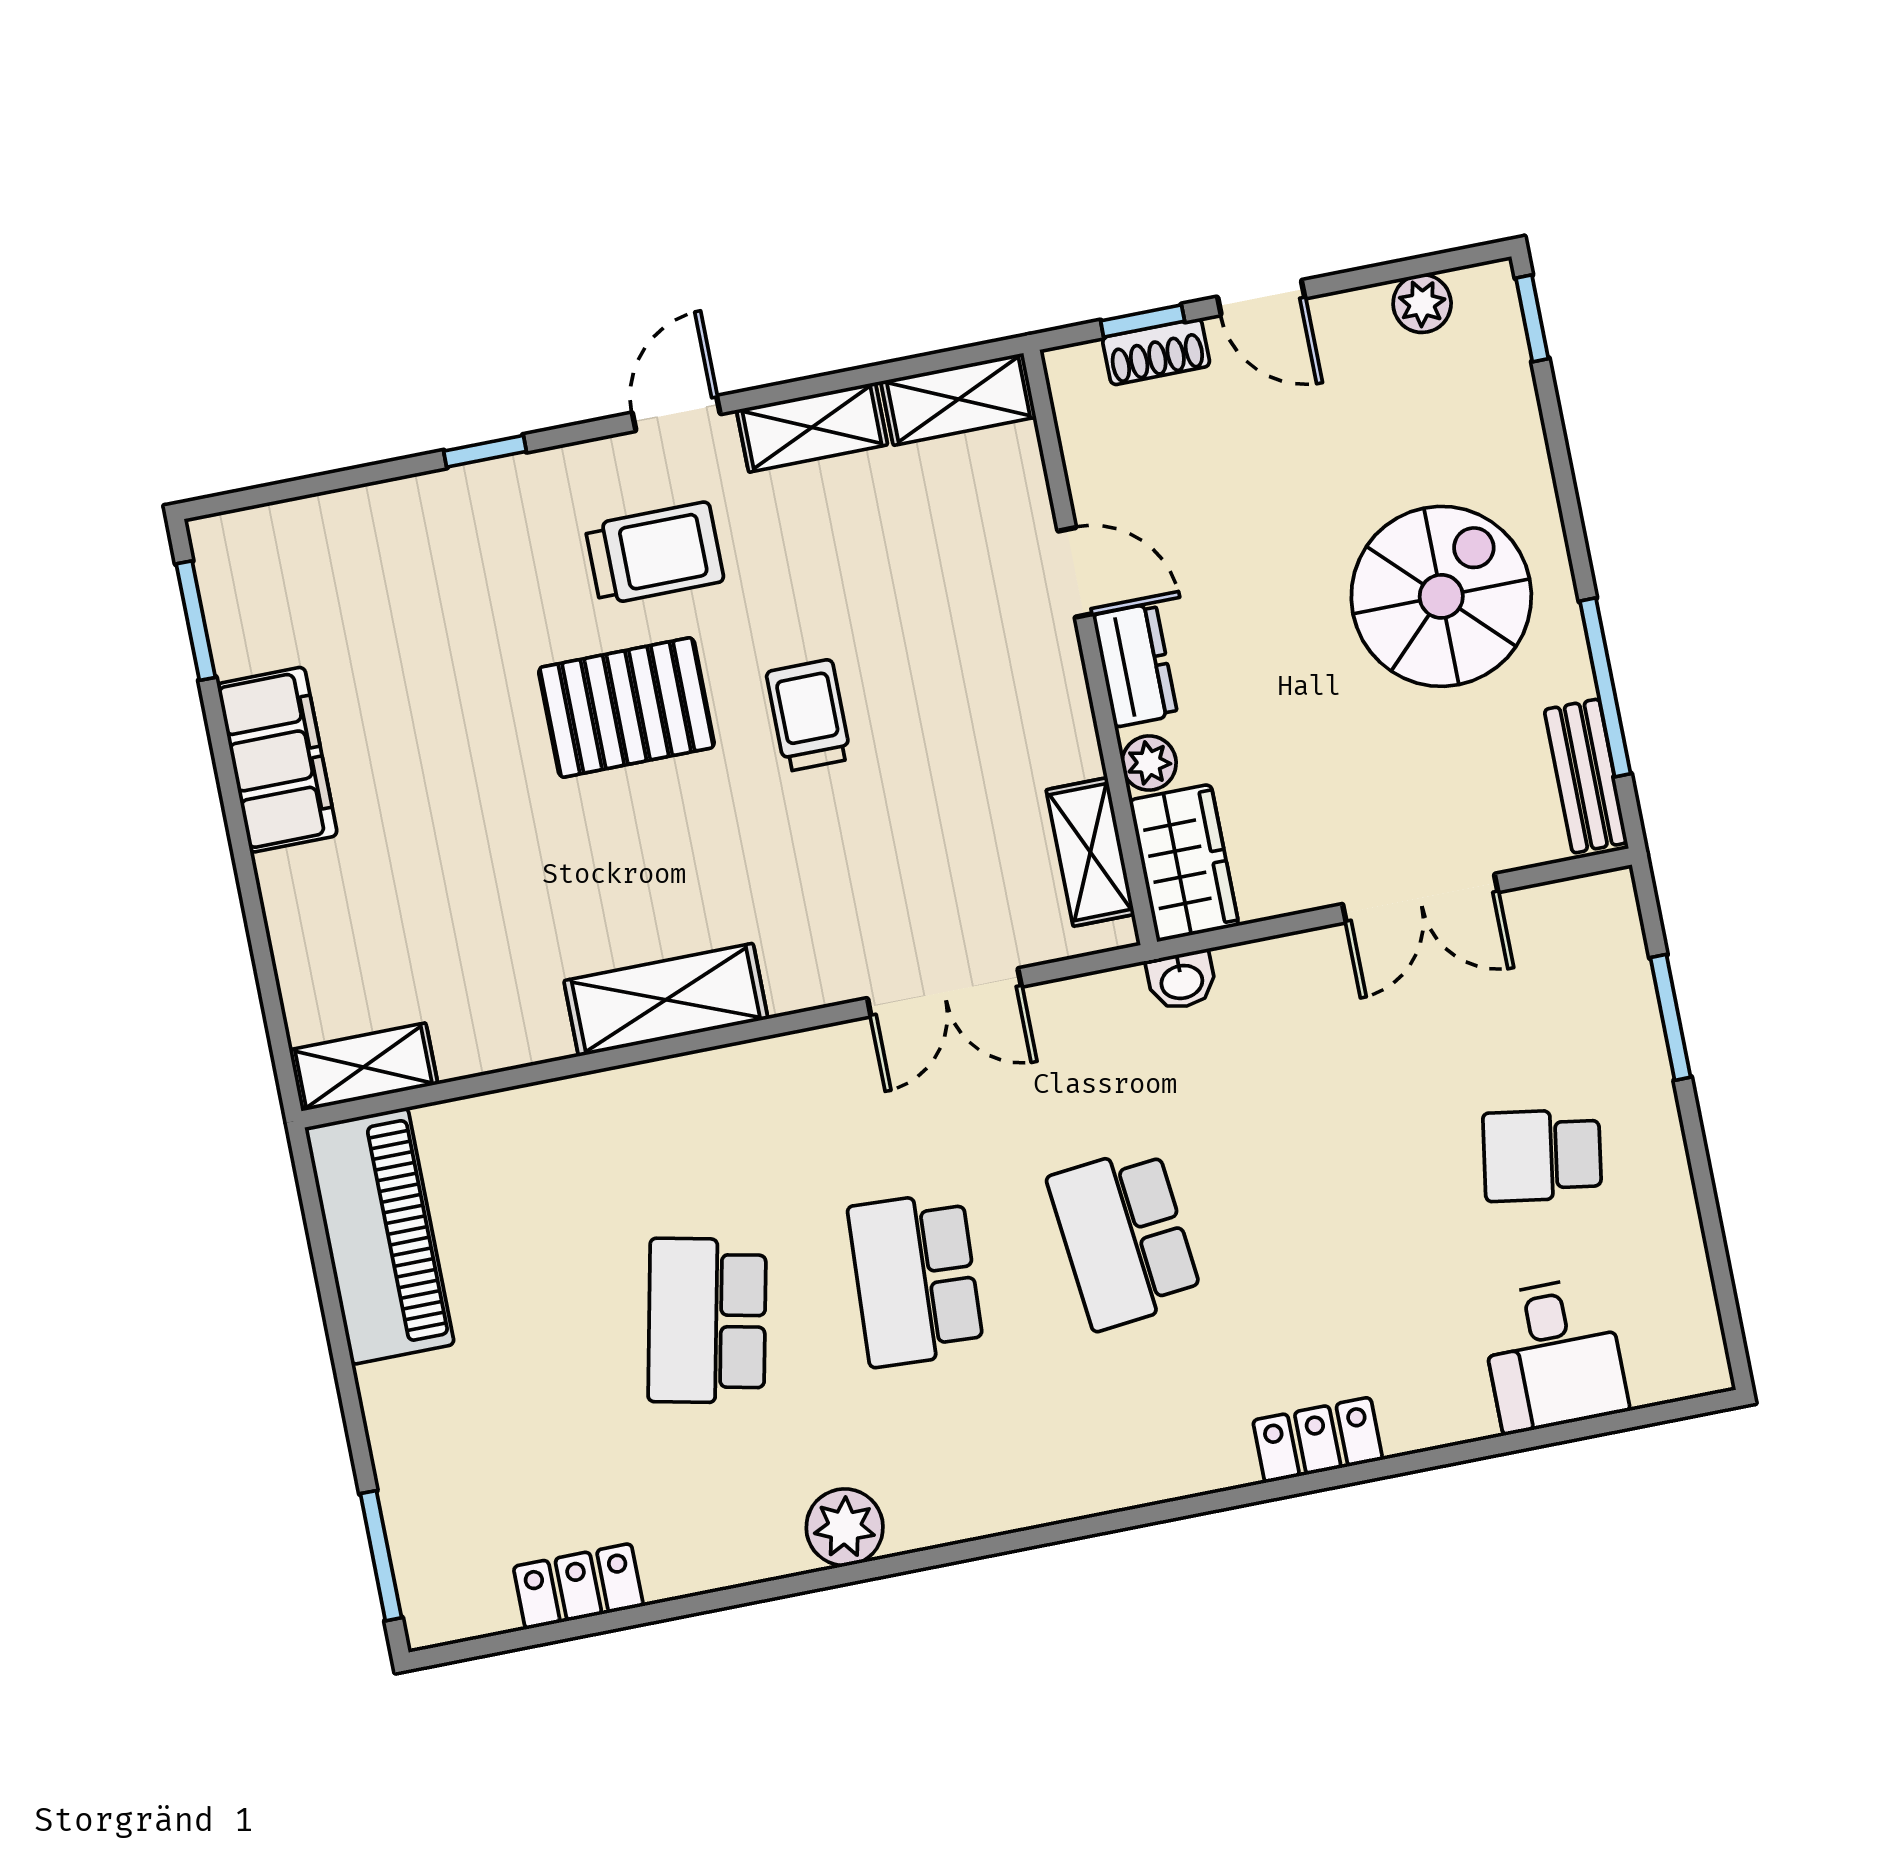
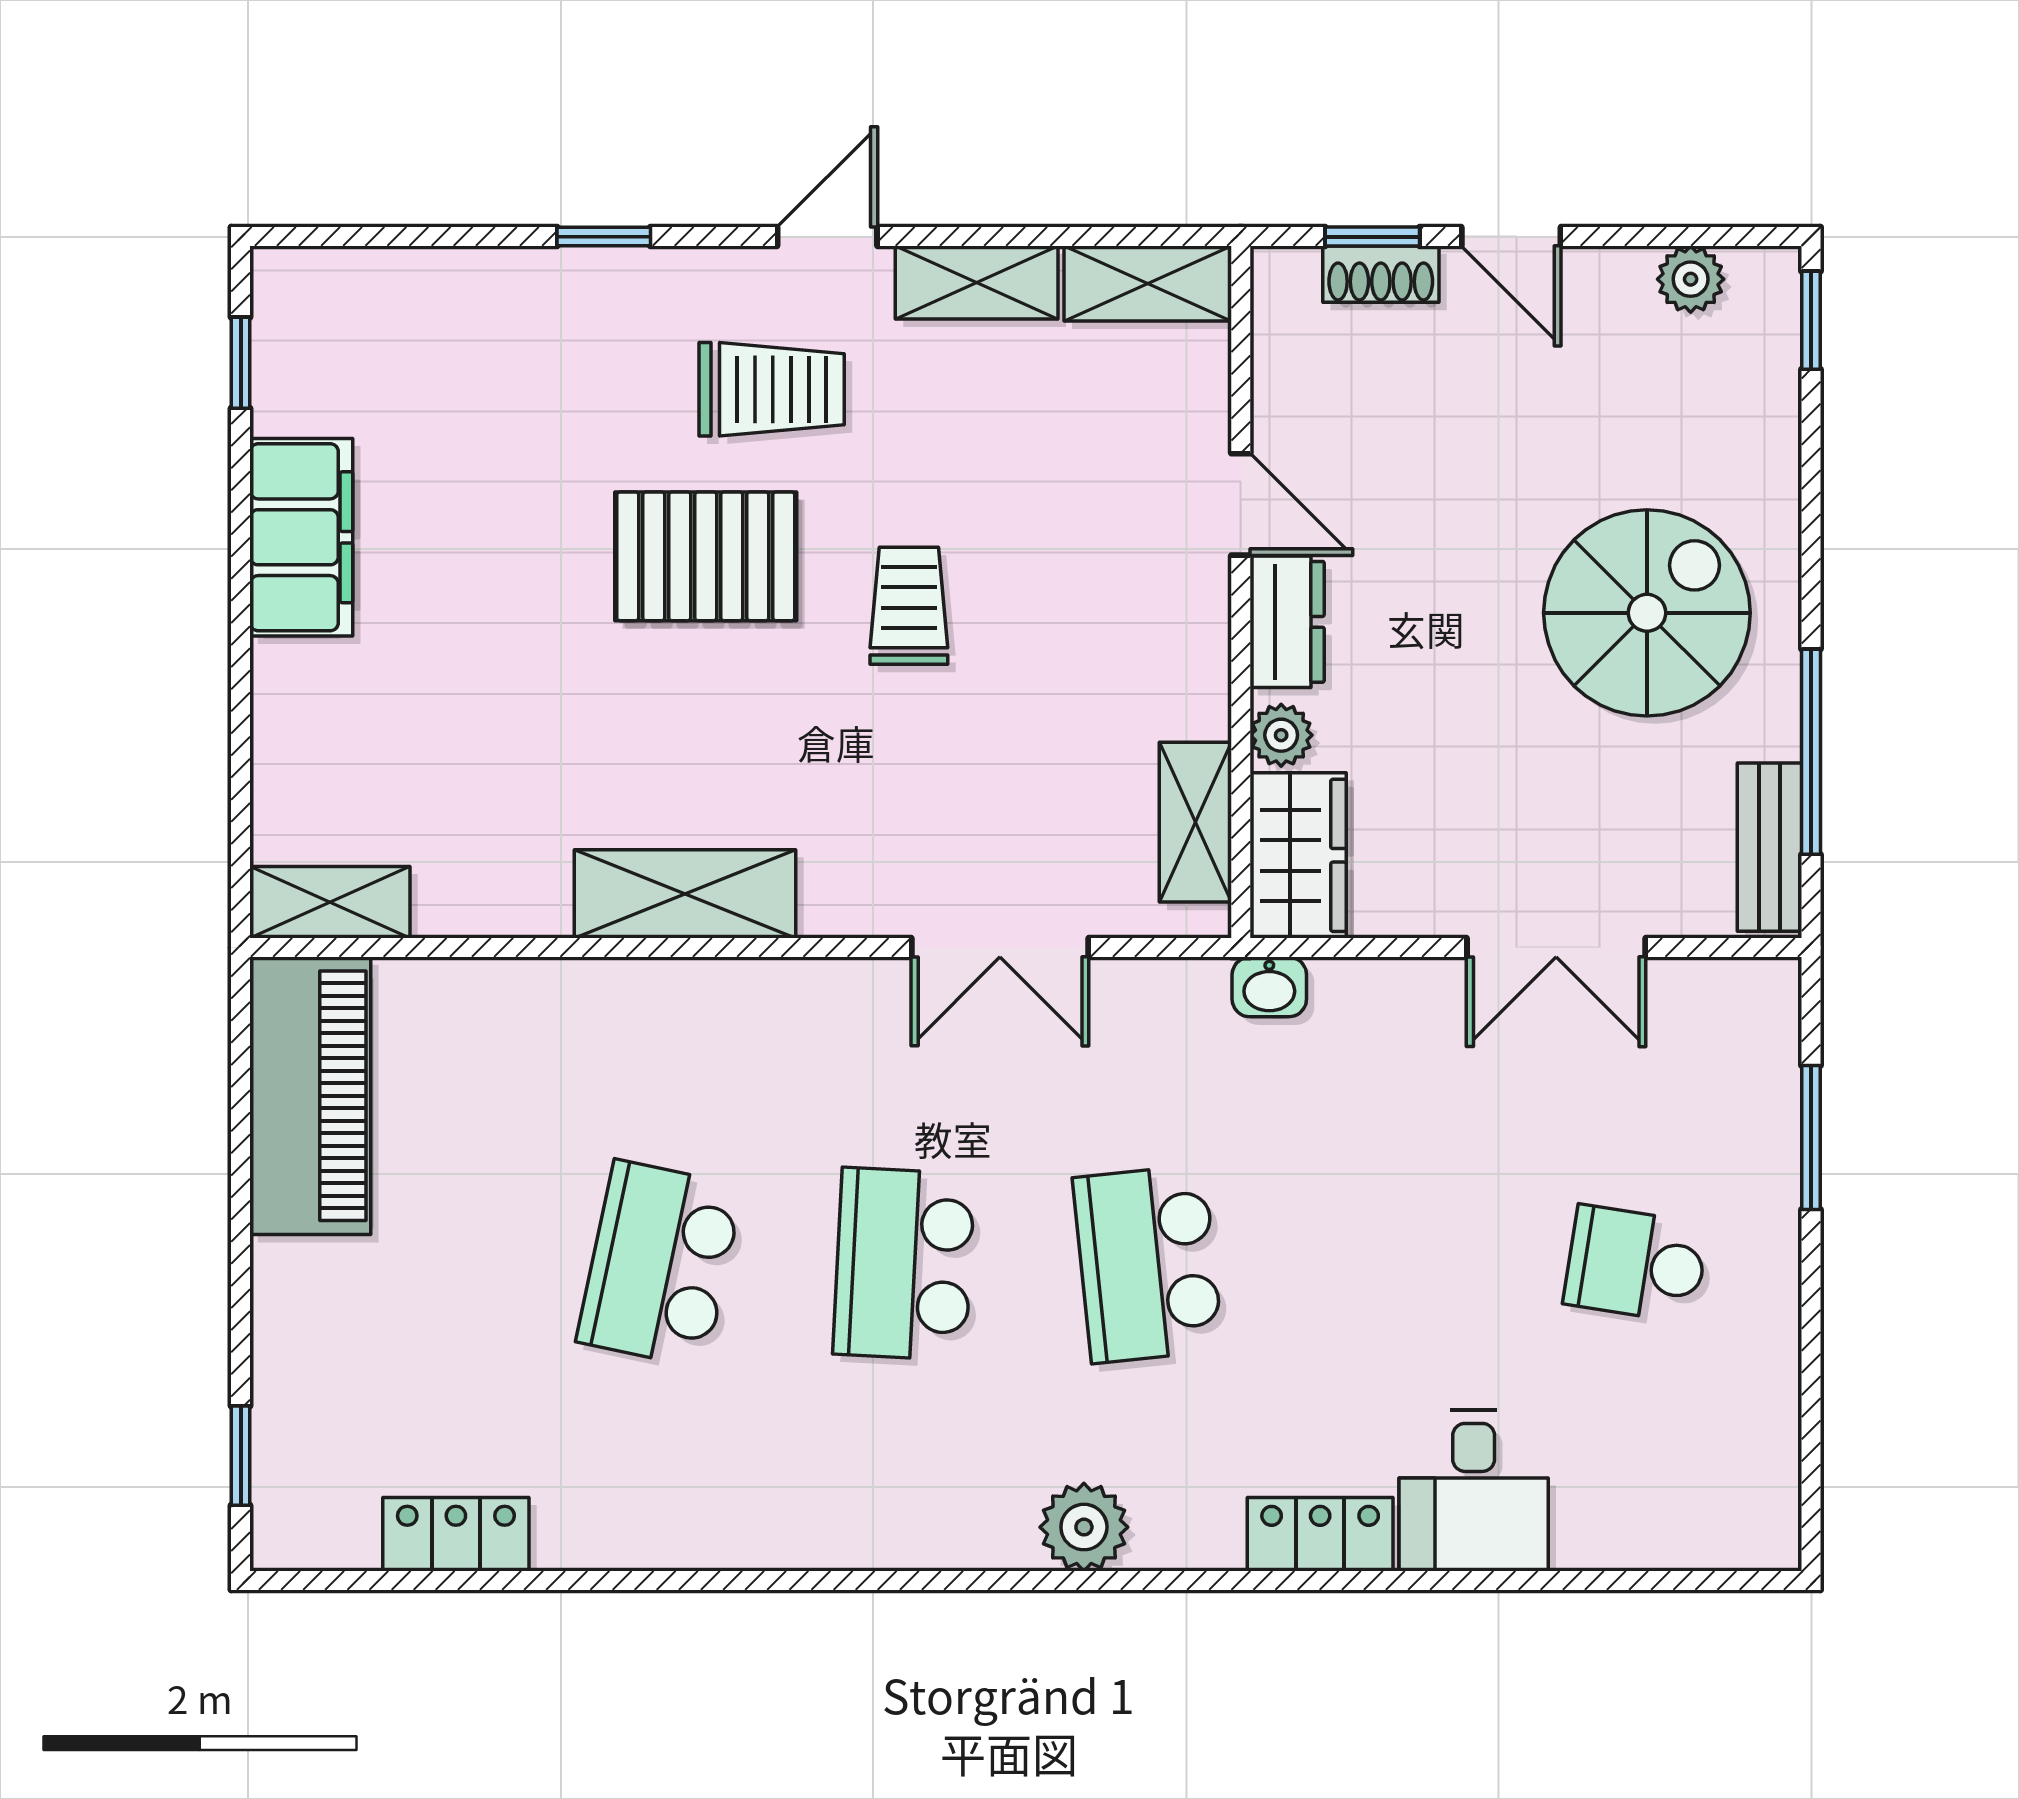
window: (196, 621) -> (241, 363), width x0.67
desk: (1553, 1355) -> (1474, 1491), moved
plant: (845, 1527) -> (1084, 1527), moved
window: (381, 1556) -> (241, 1456), width x0.67

